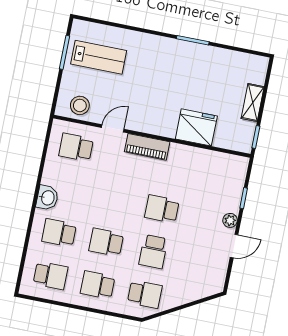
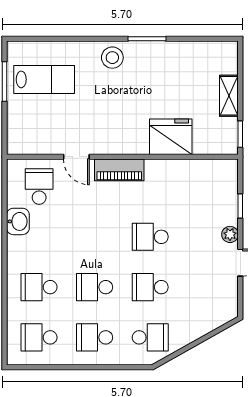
stool: (80, 105) -> (112, 58), moved
door: (113, 128) -> (76, 157), swing flipped
school desk: (76, 147) -> (39, 186), turned 90
washbasin: (47, 198) -> (18, 221), moved
school desk: (153, 252) -> (150, 287), turned 90
school desk: (51, 275) -> (39, 337), turned 180

